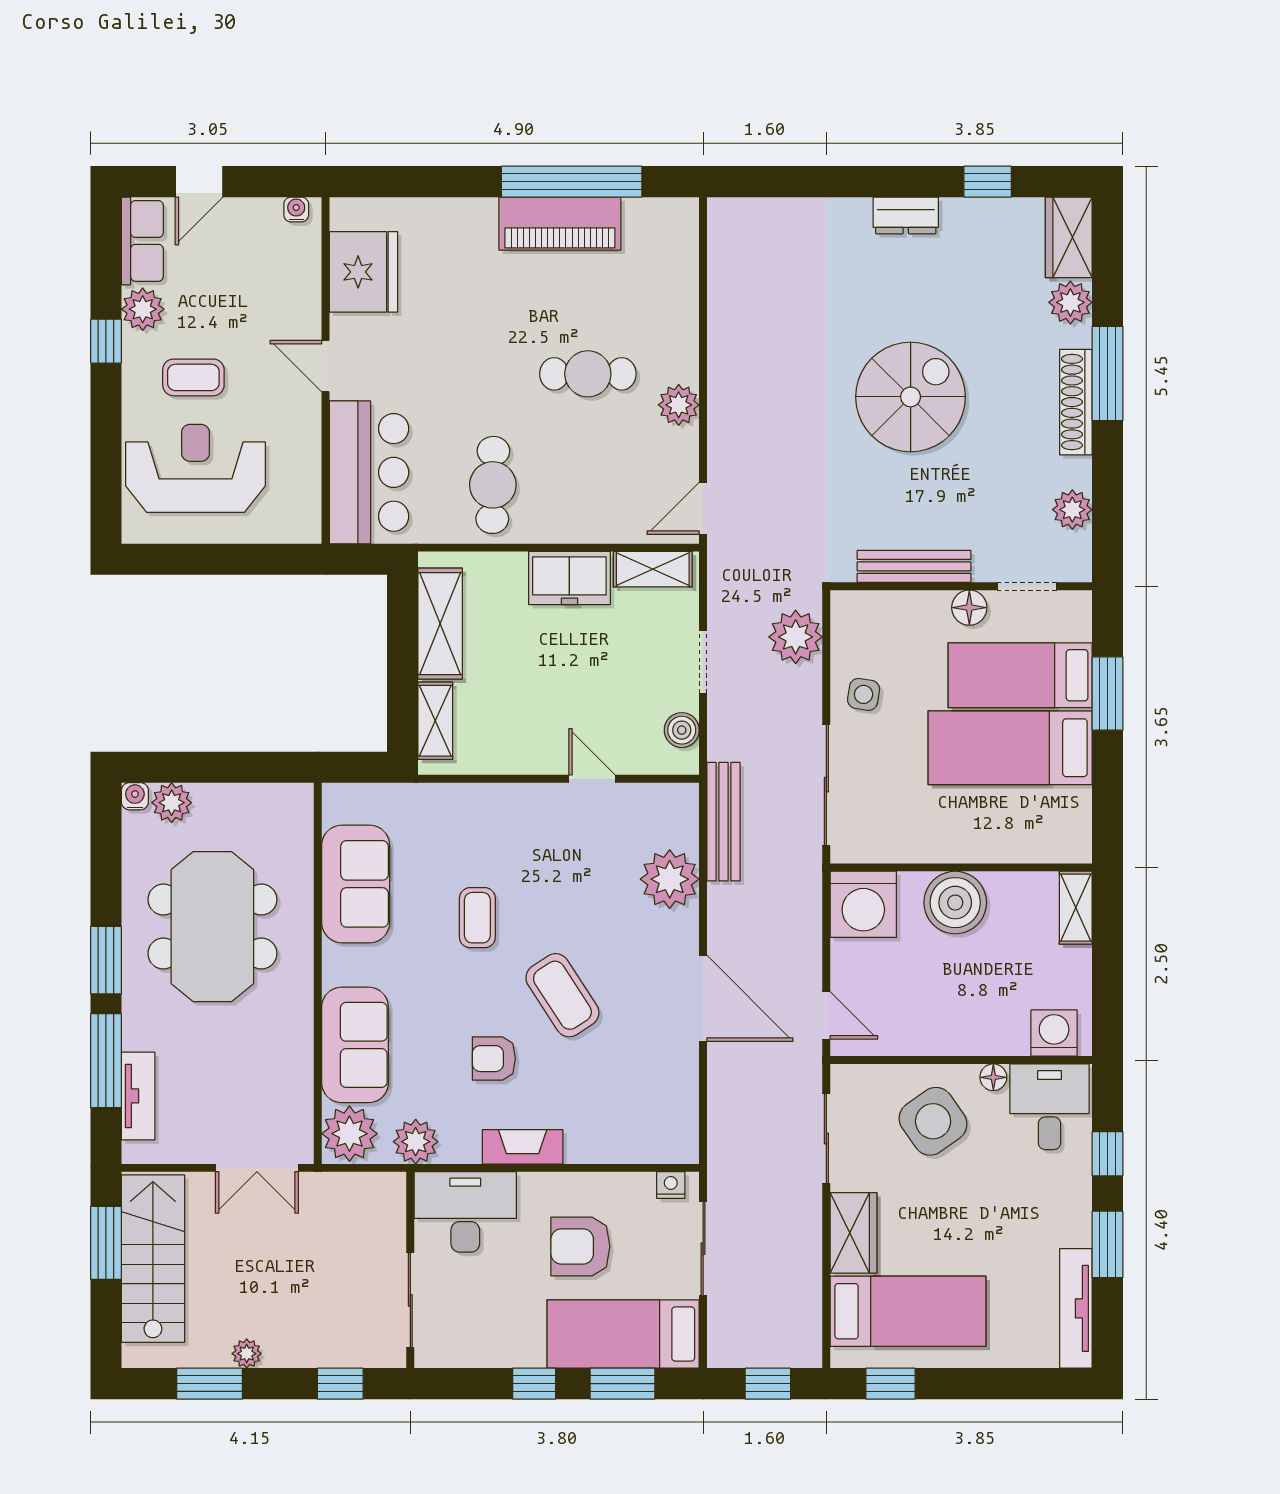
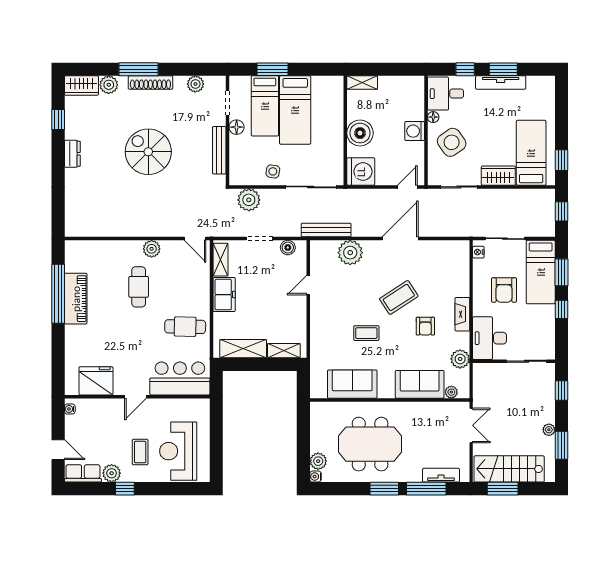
washing machine: (1054, 1033) -> (415, 131), moved
plant: (349, 1134) -> (451, 392), width x0.53, depth x0.53
tv unit: (1076, 1308) -> (501, 82), moved

